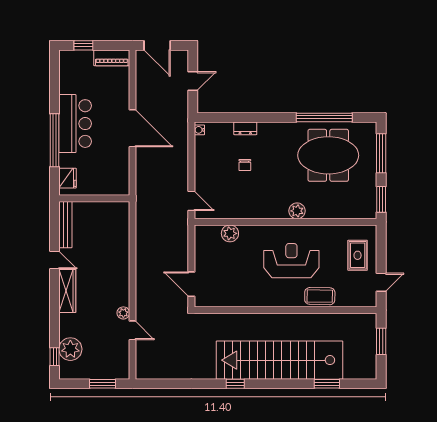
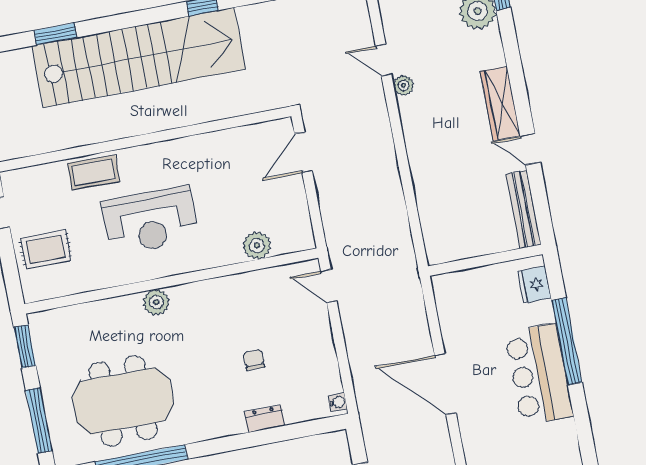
rug: (358, 255) -> (45, 250), turned 90
door: (191, 284) -> (303, 152), swing flipped

